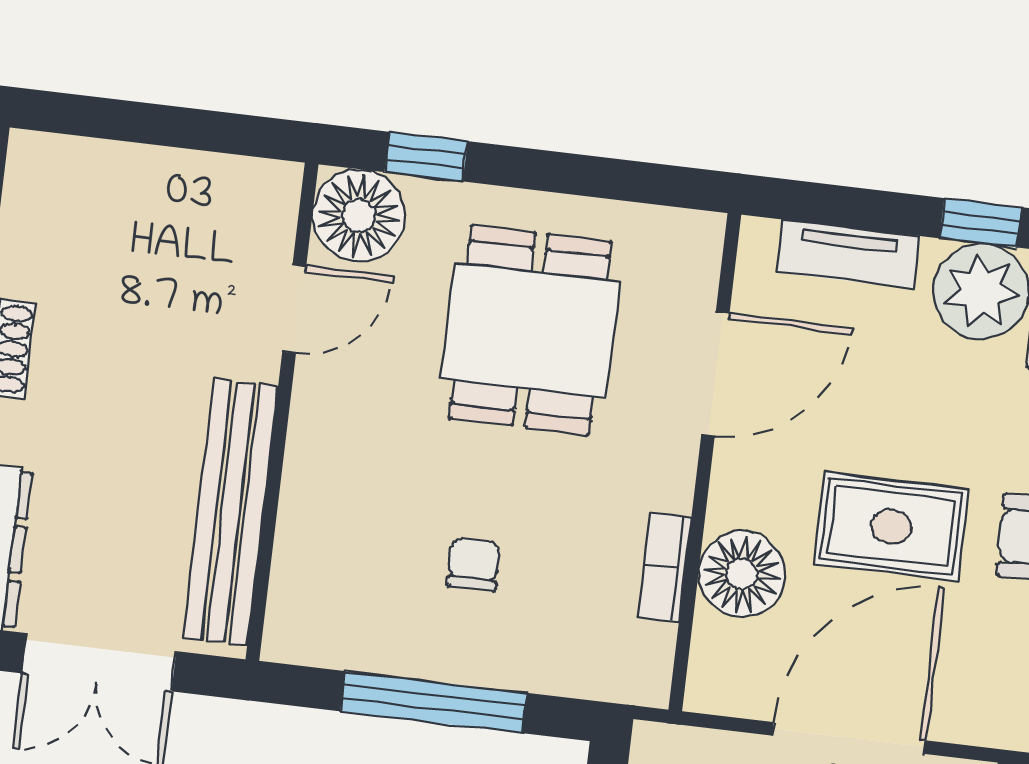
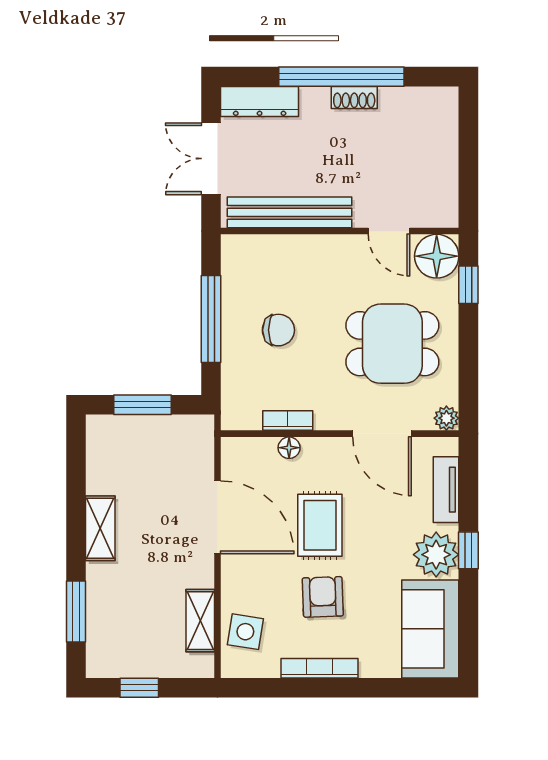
plant: (699, 236) -> (446, 418), added
chair: (473, 564) -> (278, 330), width x1.37, depth x1.37
floor lamp: (742, 574) -> (289, 448), width x0.53, depth x0.53

